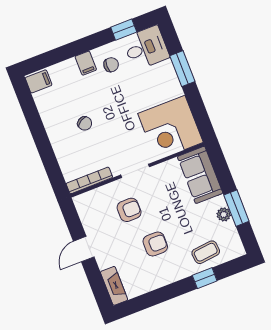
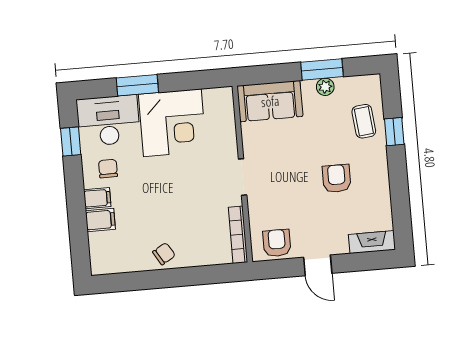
desk: (146, 48) -> (108, 121), width x1.37
filing cabinet: (39, 81) -> (100, 220), moved, turned 90
chair: (85, 123) -> (164, 254), moved
corner desk: (170, 128) -> (172, 123), moved
armchair: (129, 210) -> (277, 243), moved

